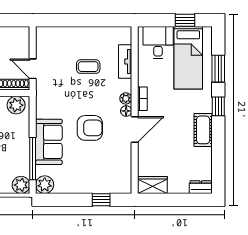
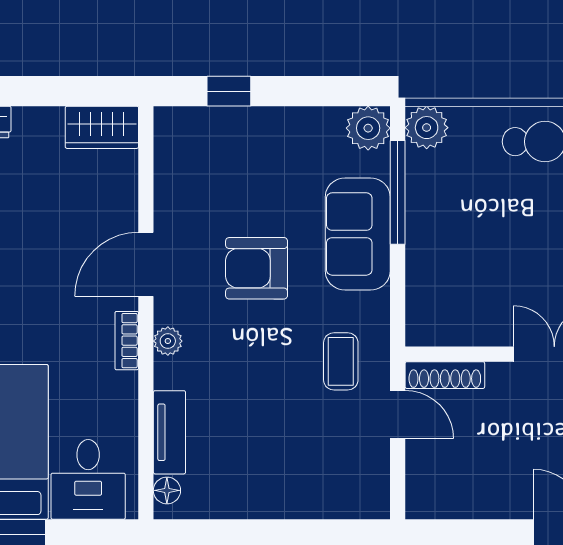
coffee table: (88, 67) -> (341, 361), moved, turned 90
plant: (16, 105) -> (439, 325), removed
floor lamp: (126, 111) -> (167, 490), moved

